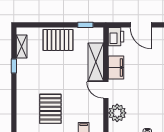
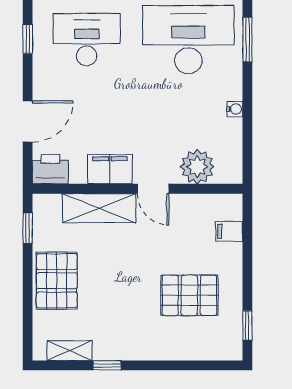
door: (106, 90) -> (153, 189), hinge flipped

